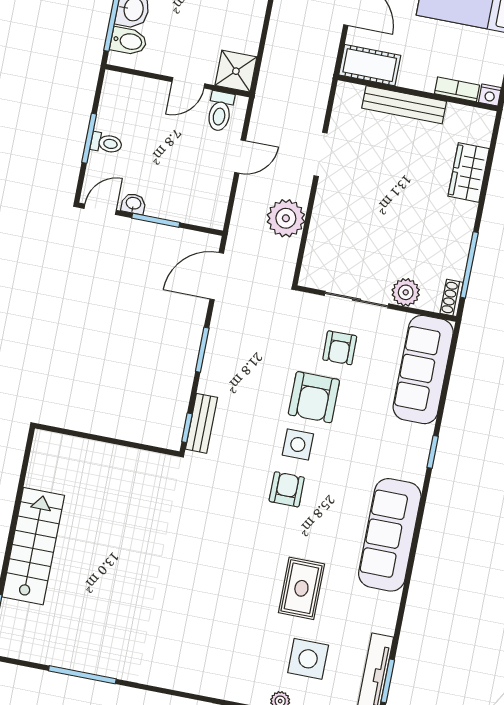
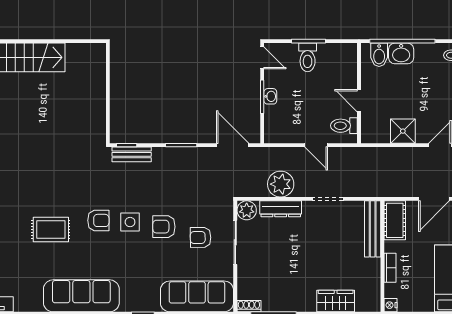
shower: (236, 71) -> (403, 131), moved
bookcase: (457, 89) -> (390, 268), moved
bench: (404, 105) -> (373, 229), moved
toilet: (106, 143) -> (308, 57), width x1.37, depth x1.39
washbasin: (133, 204) -> (270, 96), moved
dresser: (321, 225) -> (281, 209), added
plant: (406, 292) -> (247, 210), moved
armchair: (314, 397) -> (164, 227), width x0.72, depth x0.72
rug: (301, 588) -> (51, 230), moved

